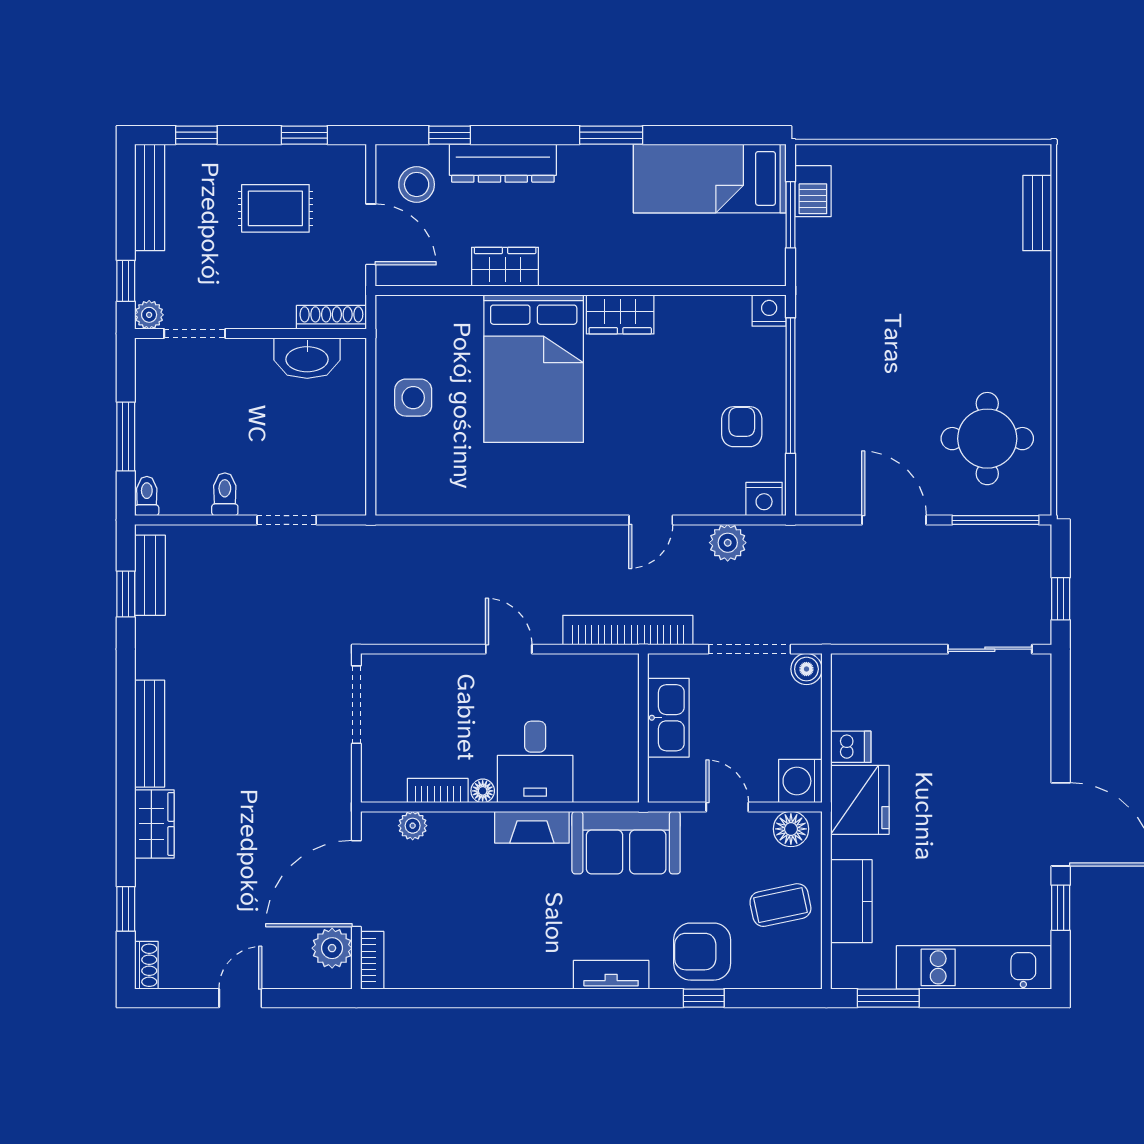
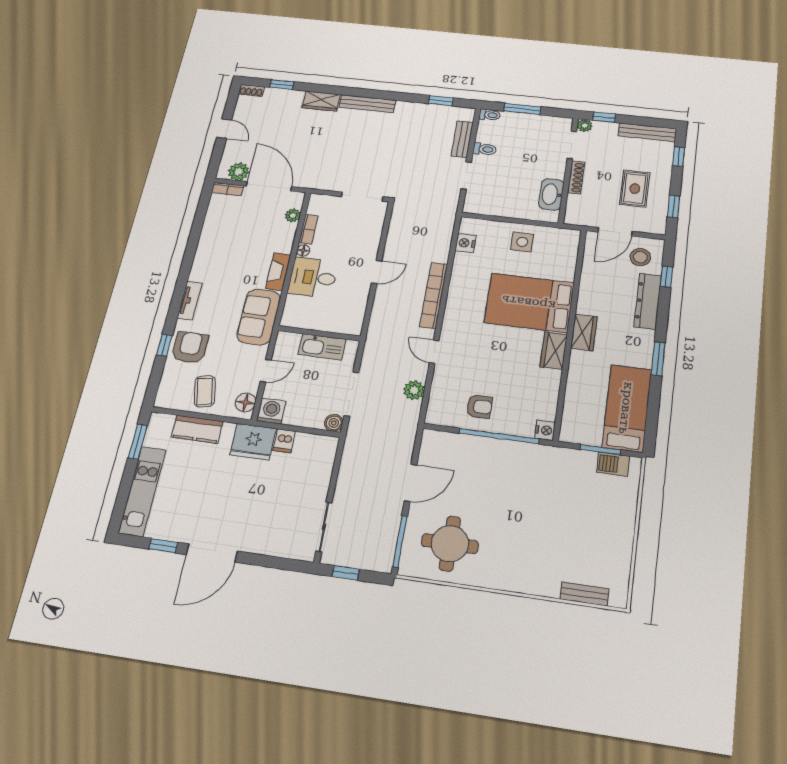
wardrobe: (505, 267) -> (584, 333), moved
shoe rack: (331, 317) -> (576, 177), moved
nightstand: (764, 499) -> (465, 243), moved
bench: (150, 575) -> (462, 139), moved, turned 90
bookcase: (628, 630) -> (434, 295), moved, turned 180

